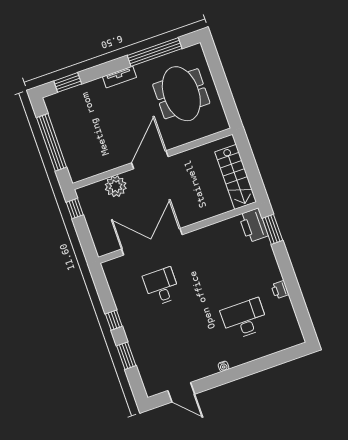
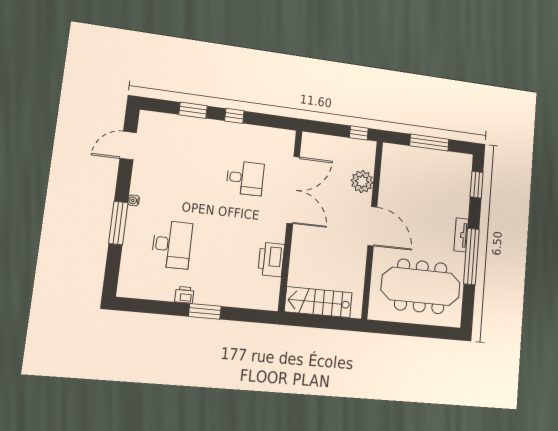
window: (155, 52) -> (471, 256), moved
meeting table: (181, 94) -> (421, 286), width x1.36
window: (52, 142) -> (429, 142), width x0.68
printer: (253, 225) -> (271, 259), moved, turned -90
window: (272, 229) -> (205, 311), moved
window: (247, 369) -> (118, 223), added

